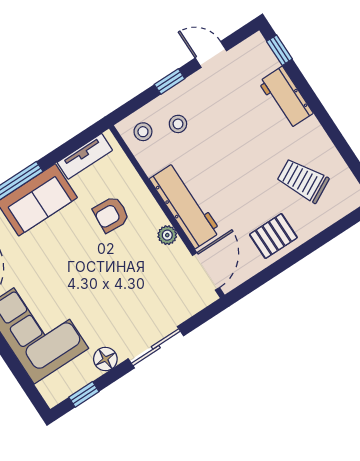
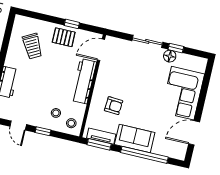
window: (76, 143) -> (99, 144), added
plant: (167, 235) -> (101, 77), removed
window: (281, 265) -> (72, 24), added
window: (84, 394) -> (176, 48), moved

